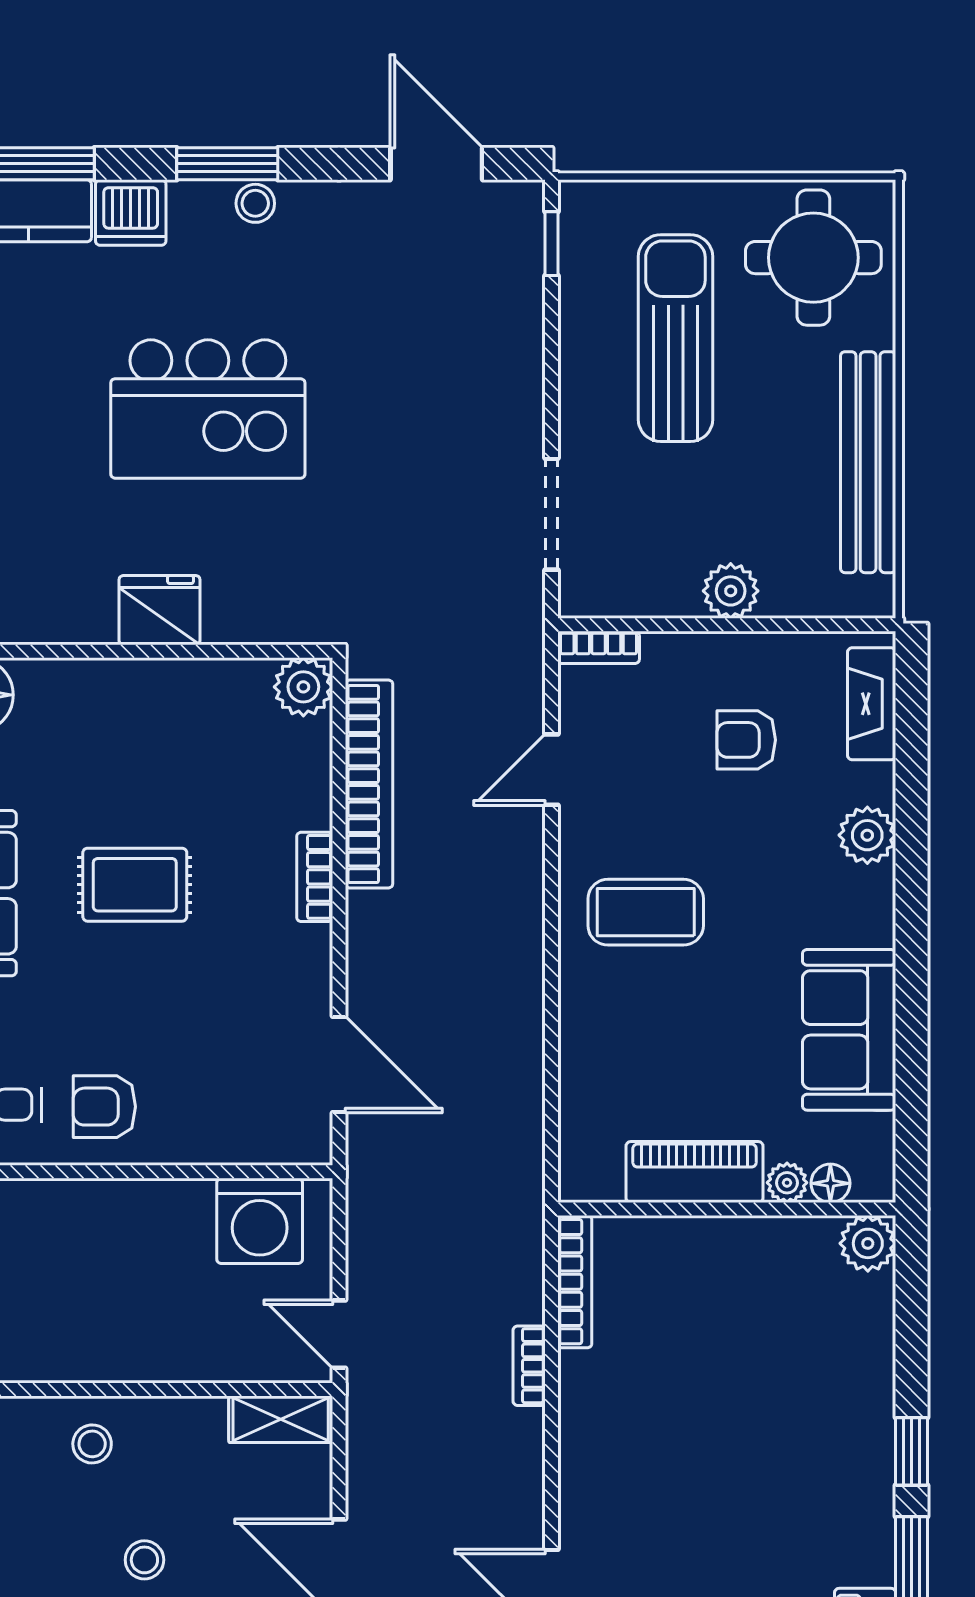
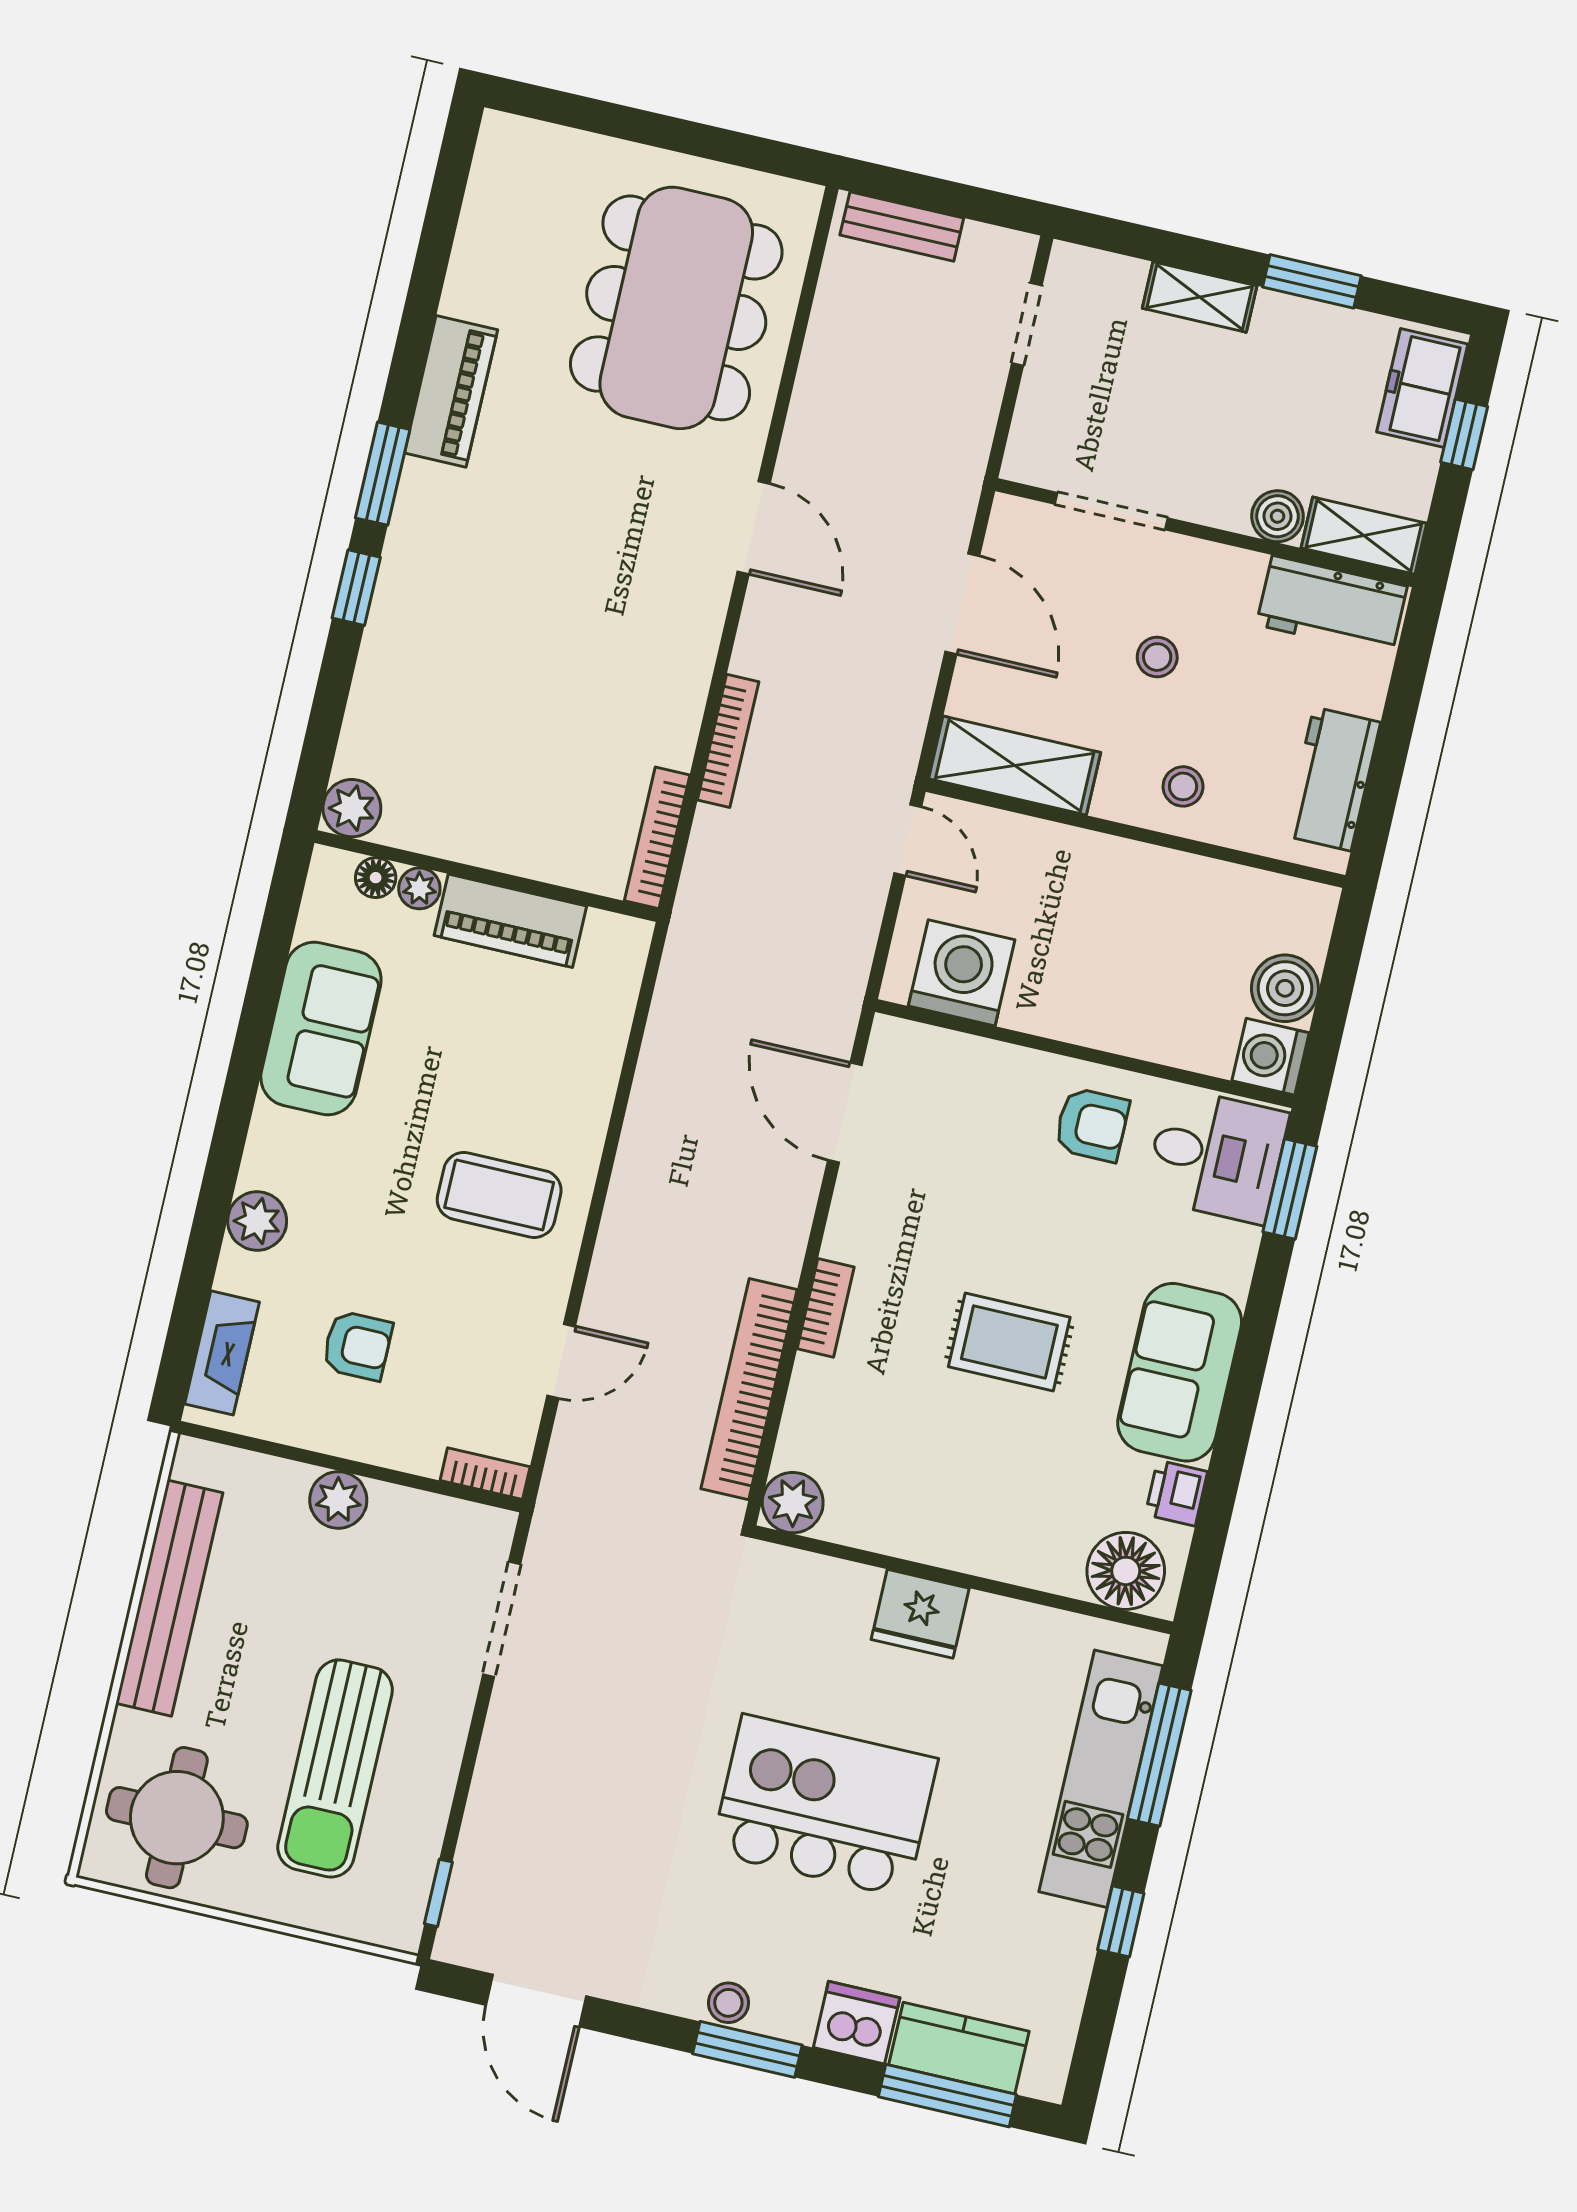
bookcase: (529, 1366) -> (728, 741), width x1.56
shelving: (281, 1419) -> (1015, 766), width x1.50, depth x1.33

